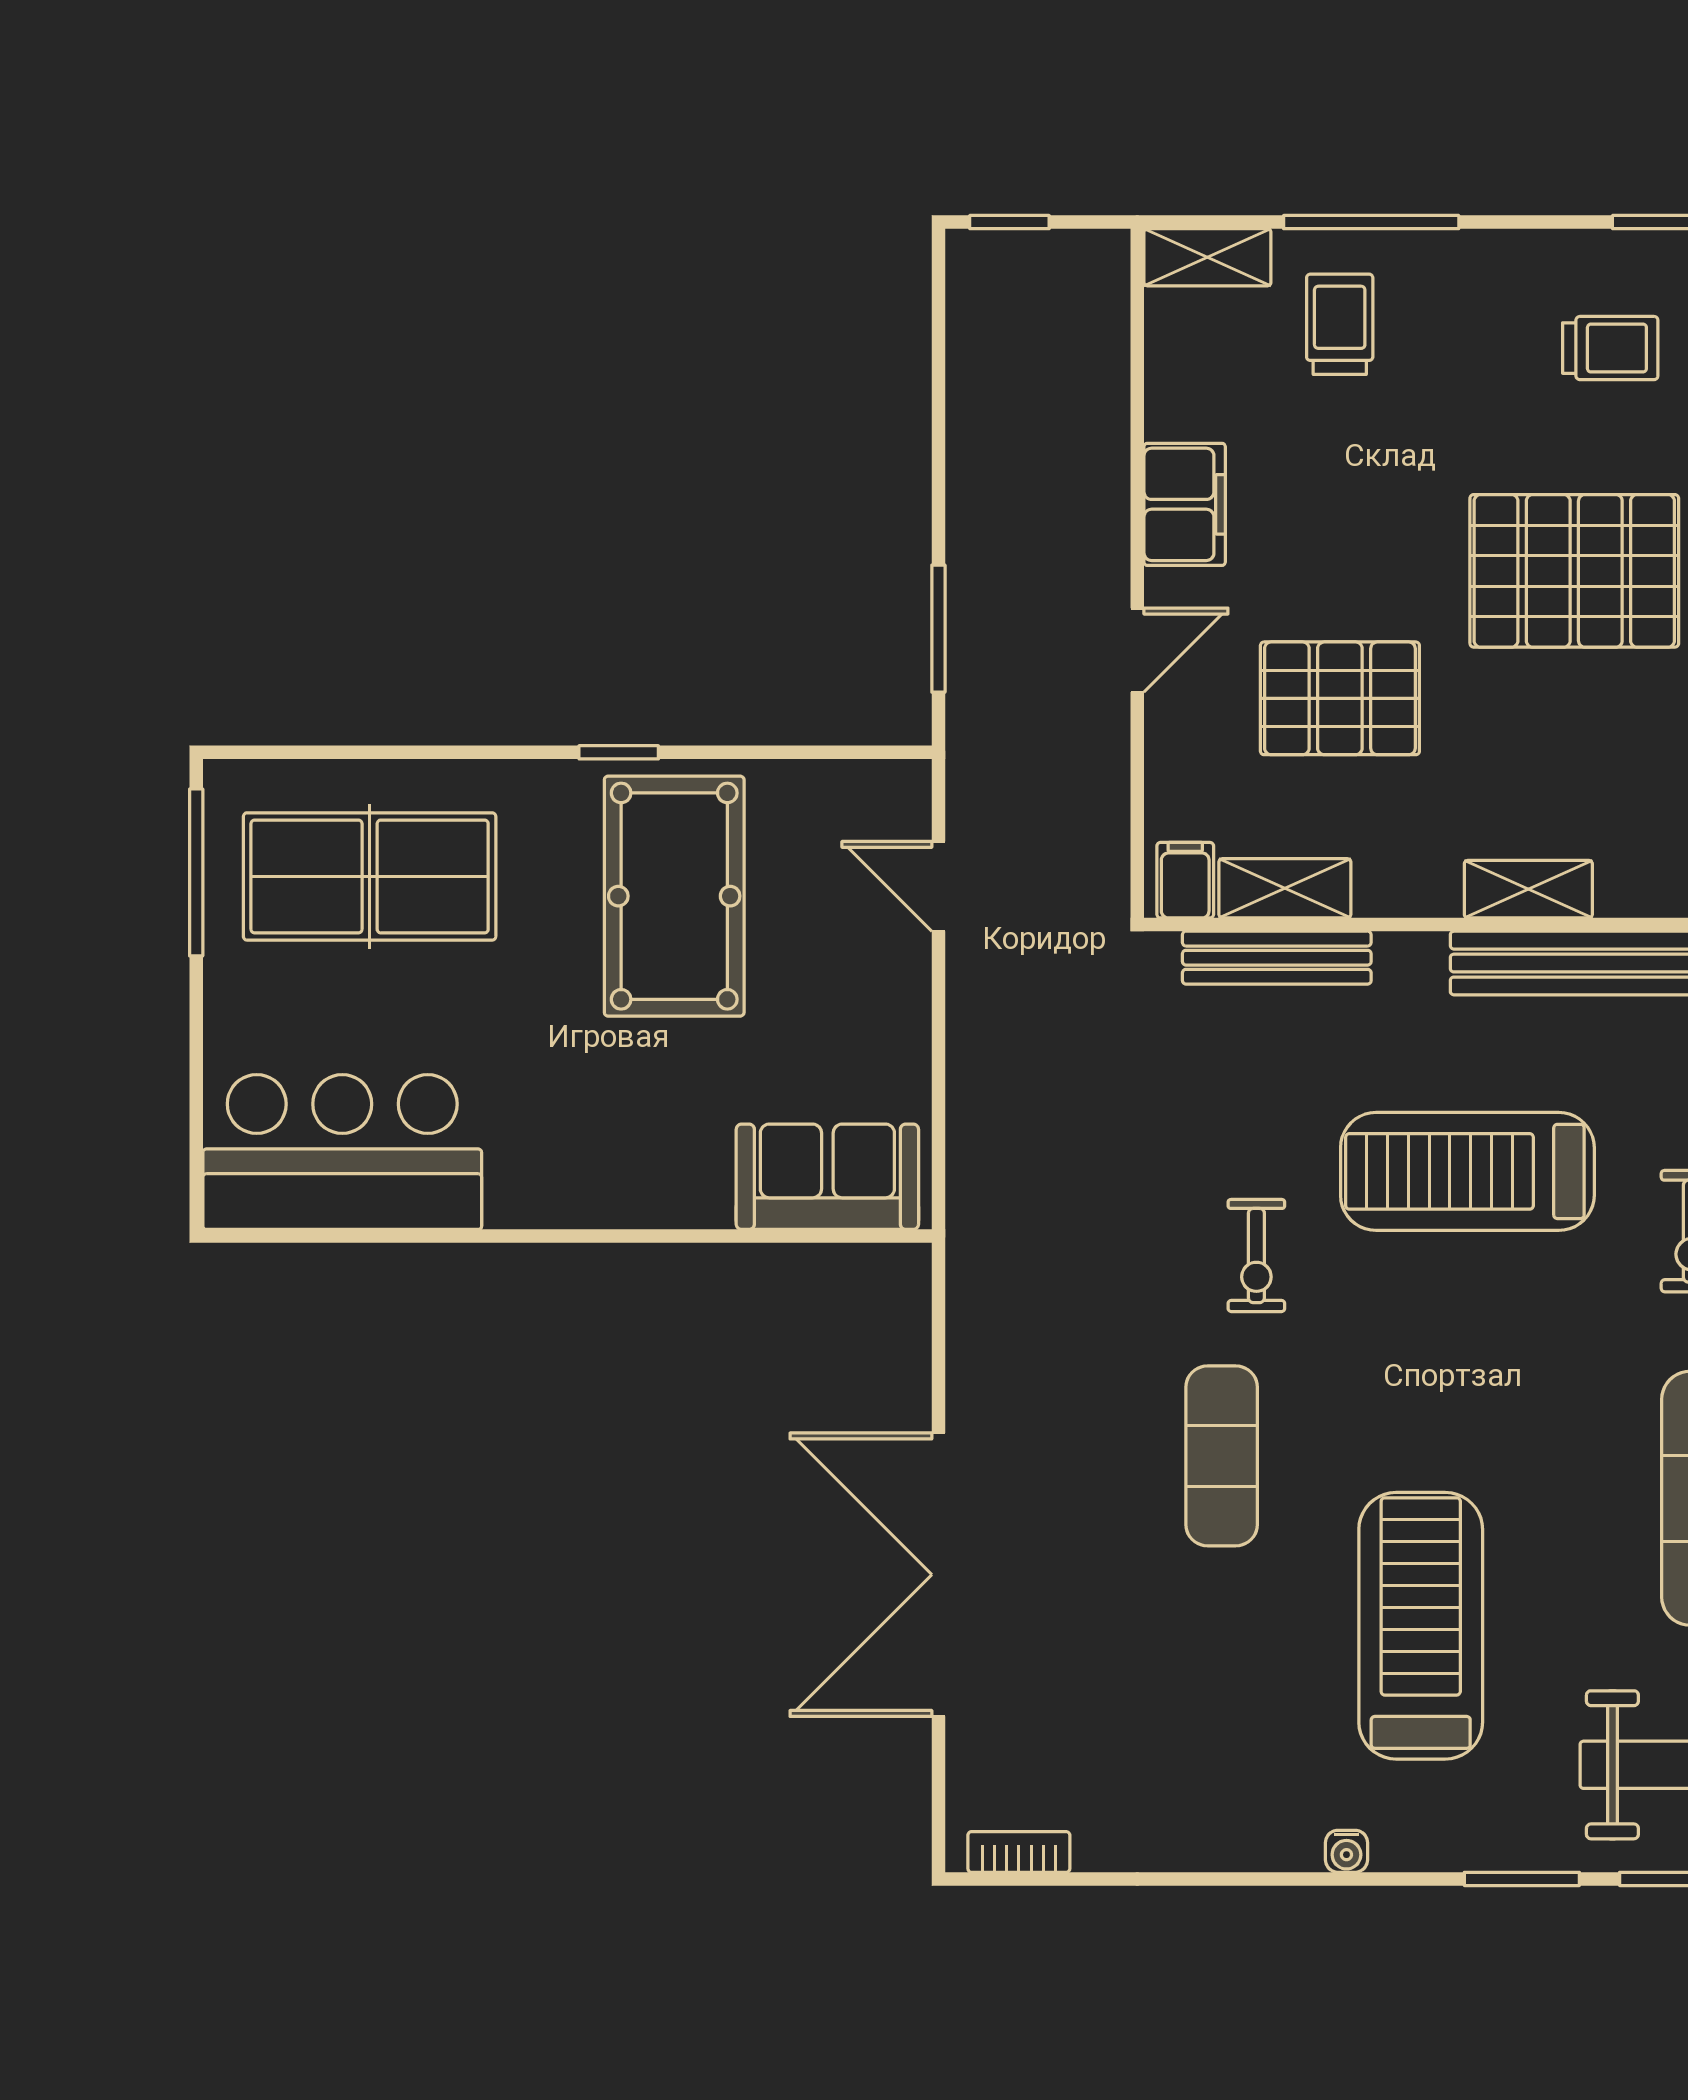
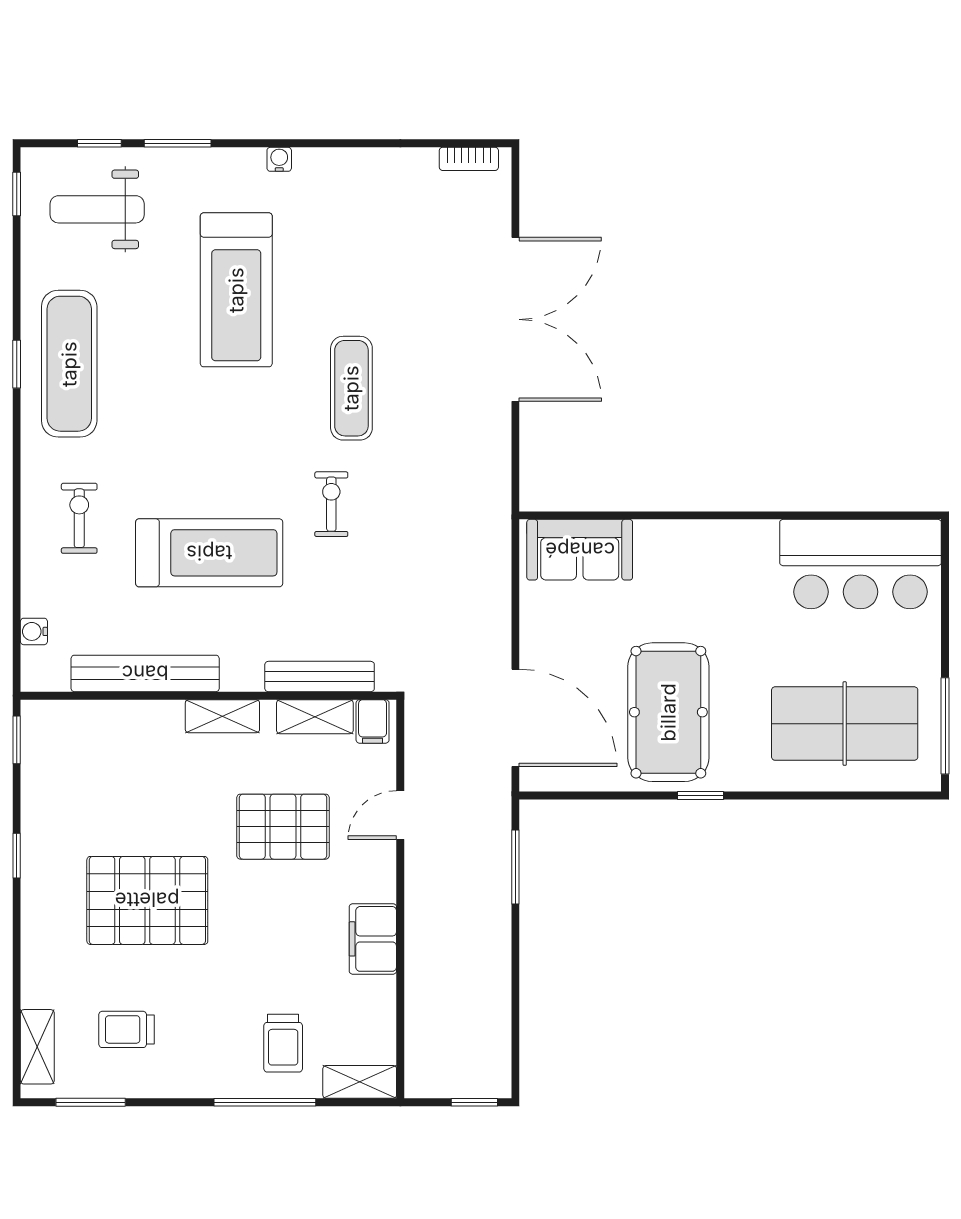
door: (1137, 650) -> (400, 815), moved
door: (938, 886) -> (515, 718), width x1.87
shelving: (1528, 889) -> (222, 716), moved

